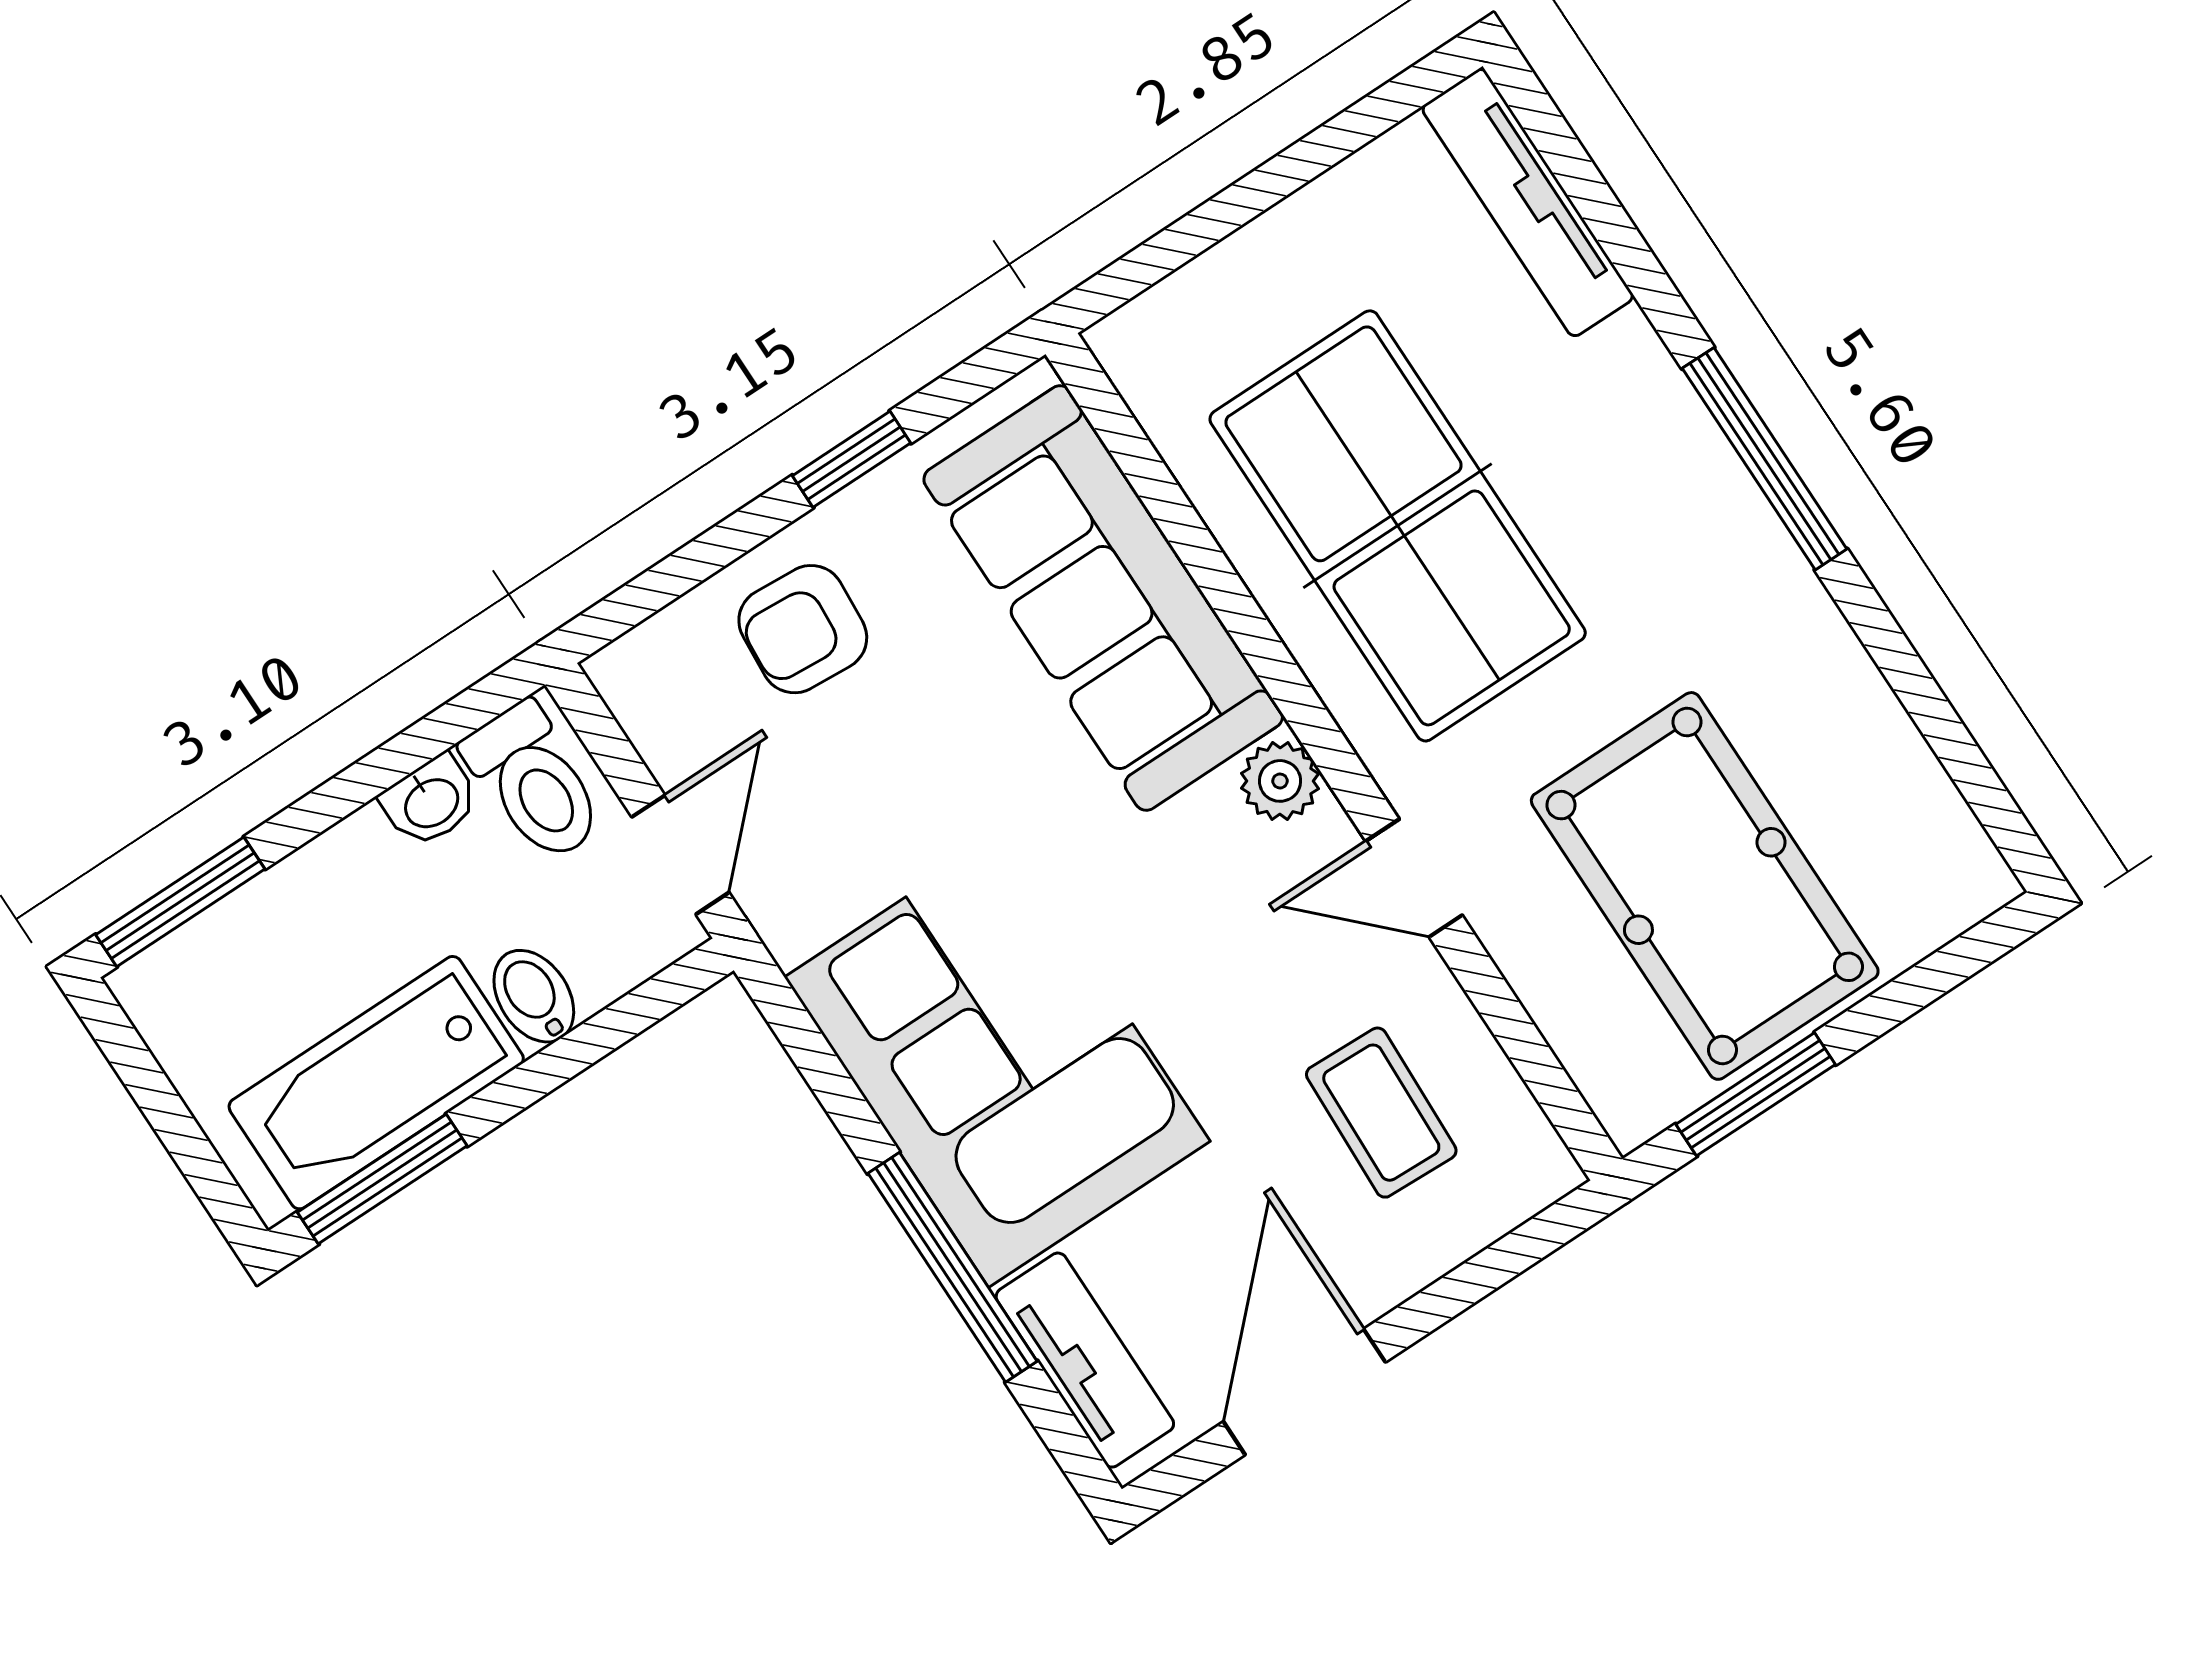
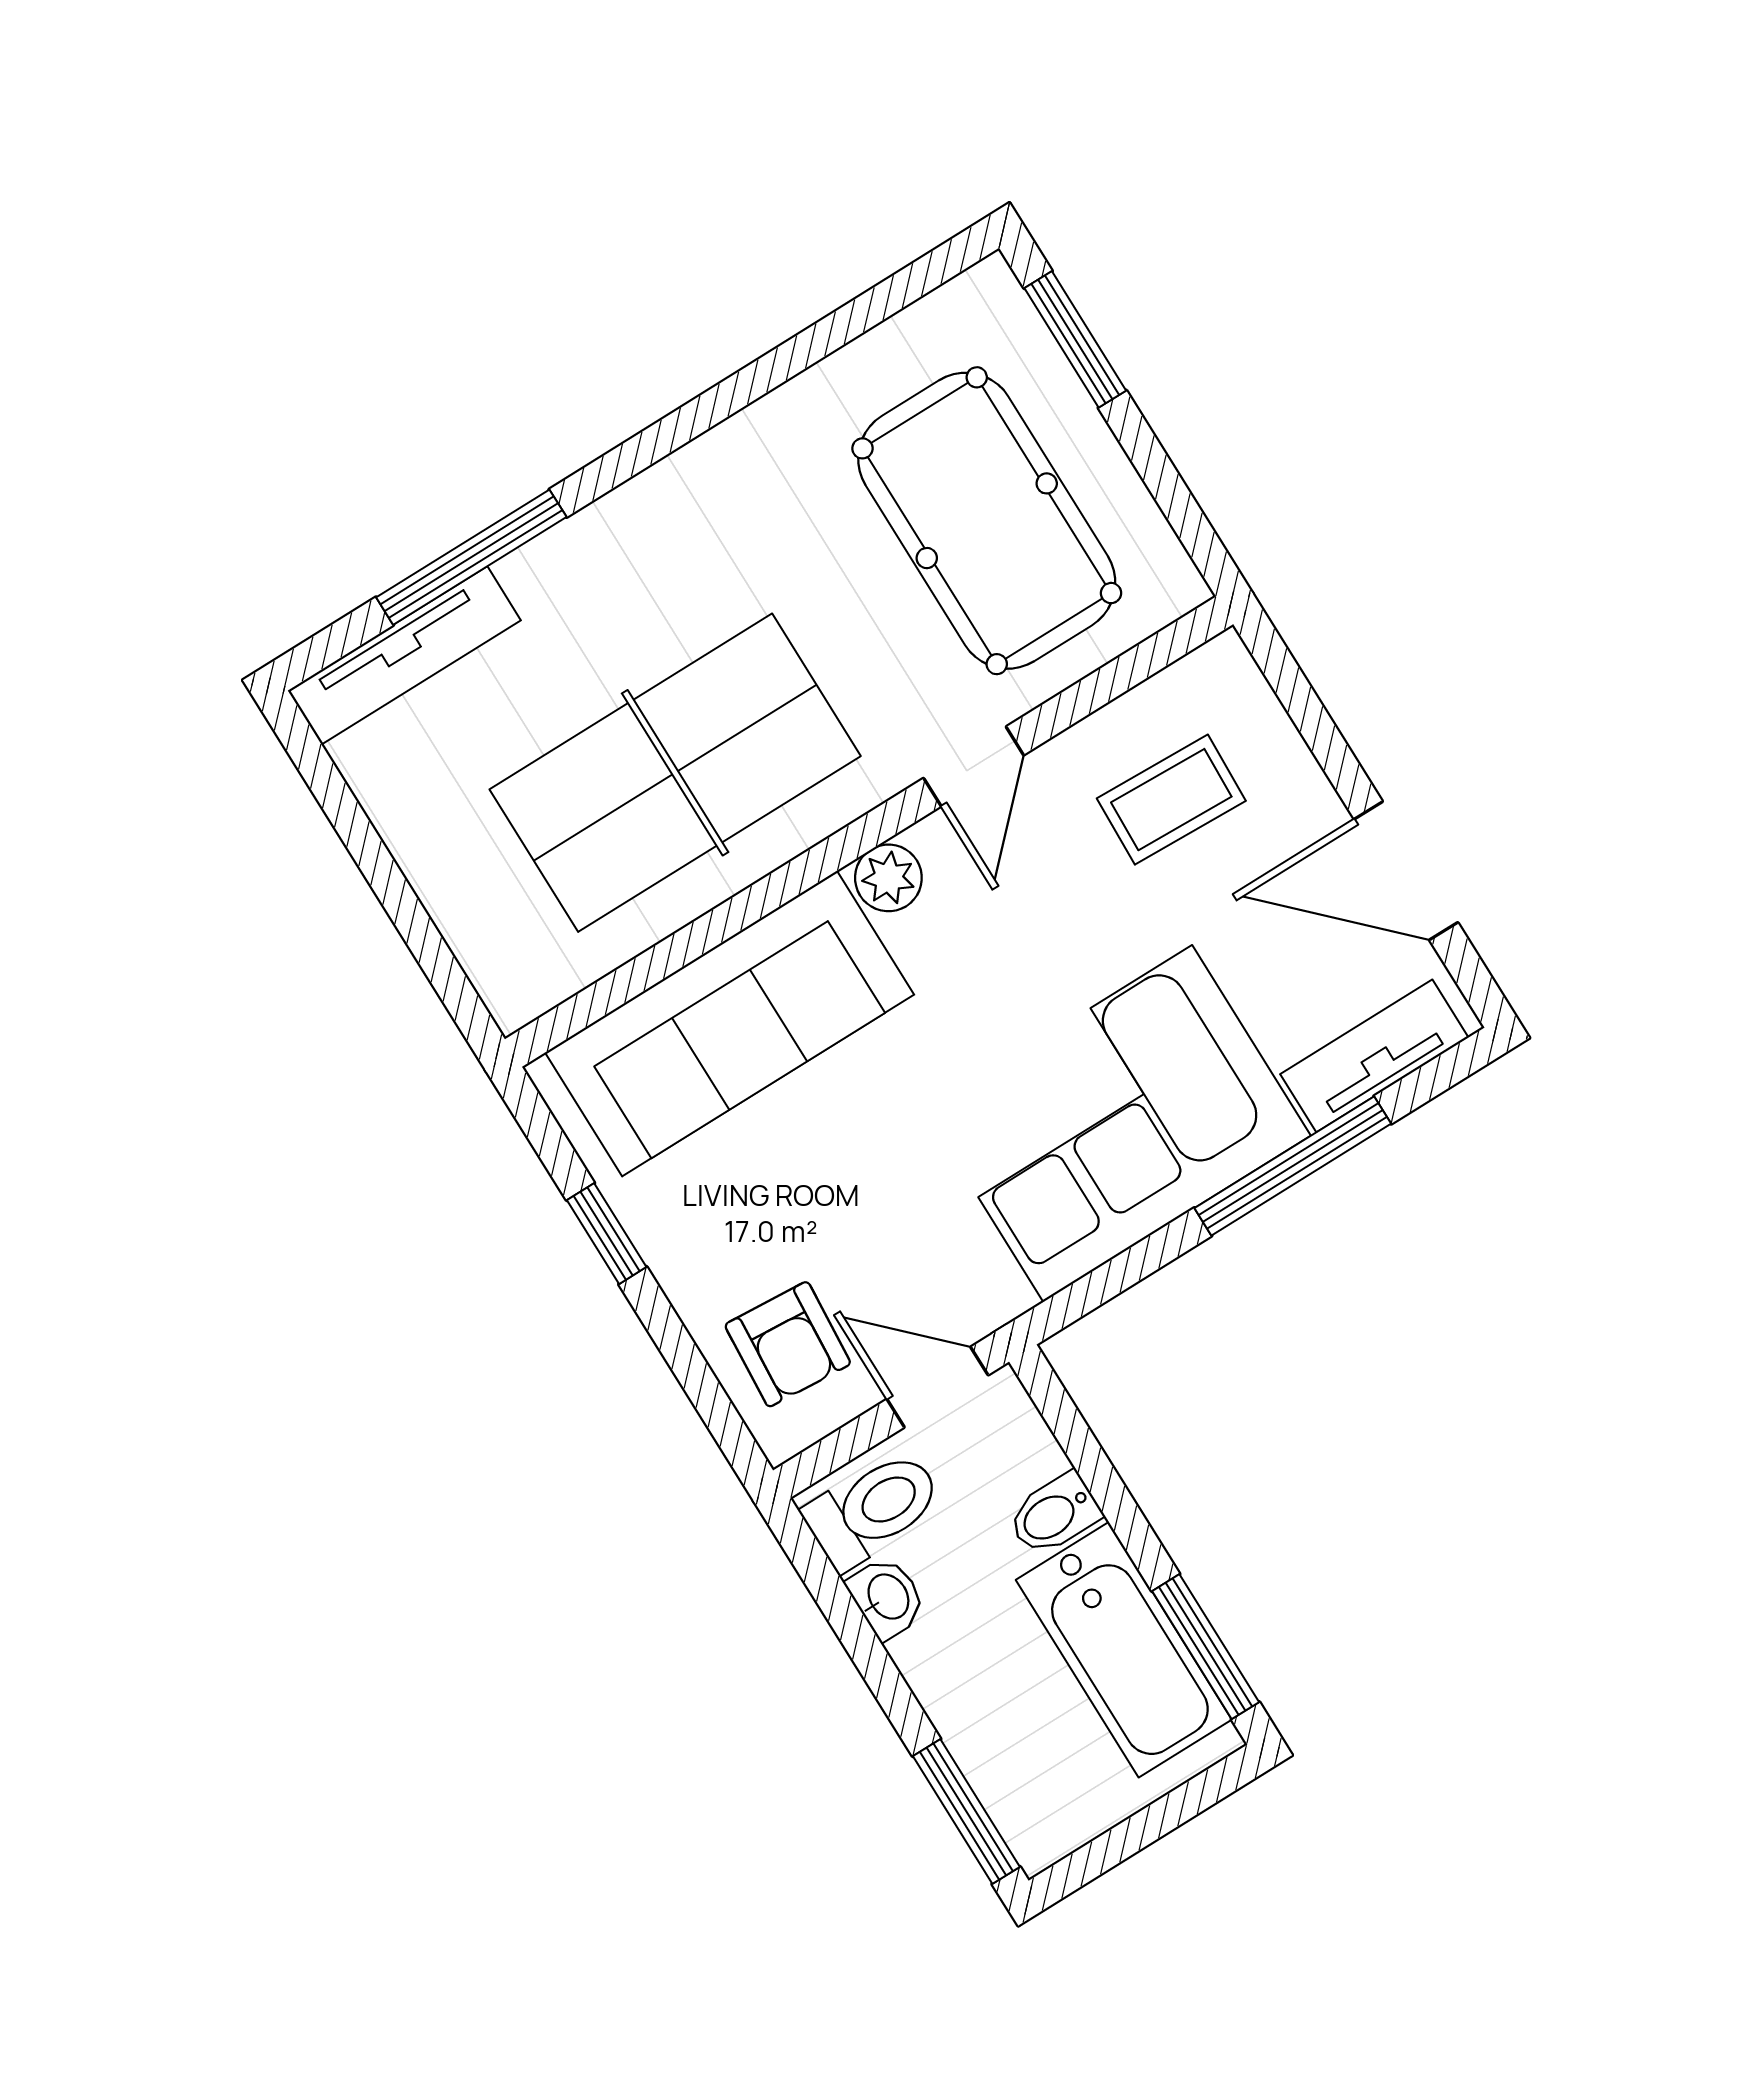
window: (1765, 459) -> (471, 557), moved
armchair: (803, 629) -> (788, 1344), moved
pool table: (1705, 886) -> (987, 521), turned 90
window: (1756, 1094) -> (1075, 339), moved

